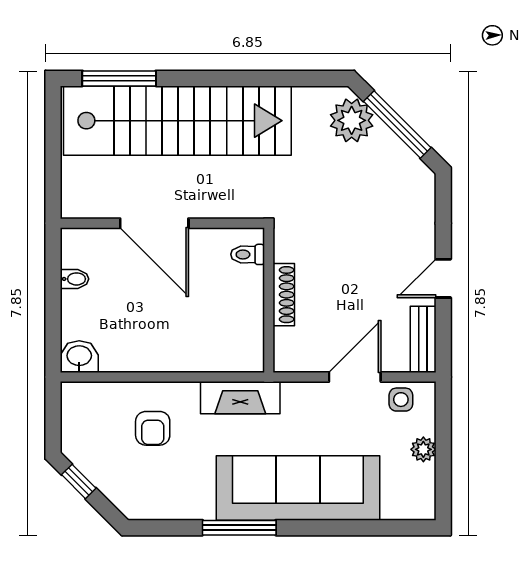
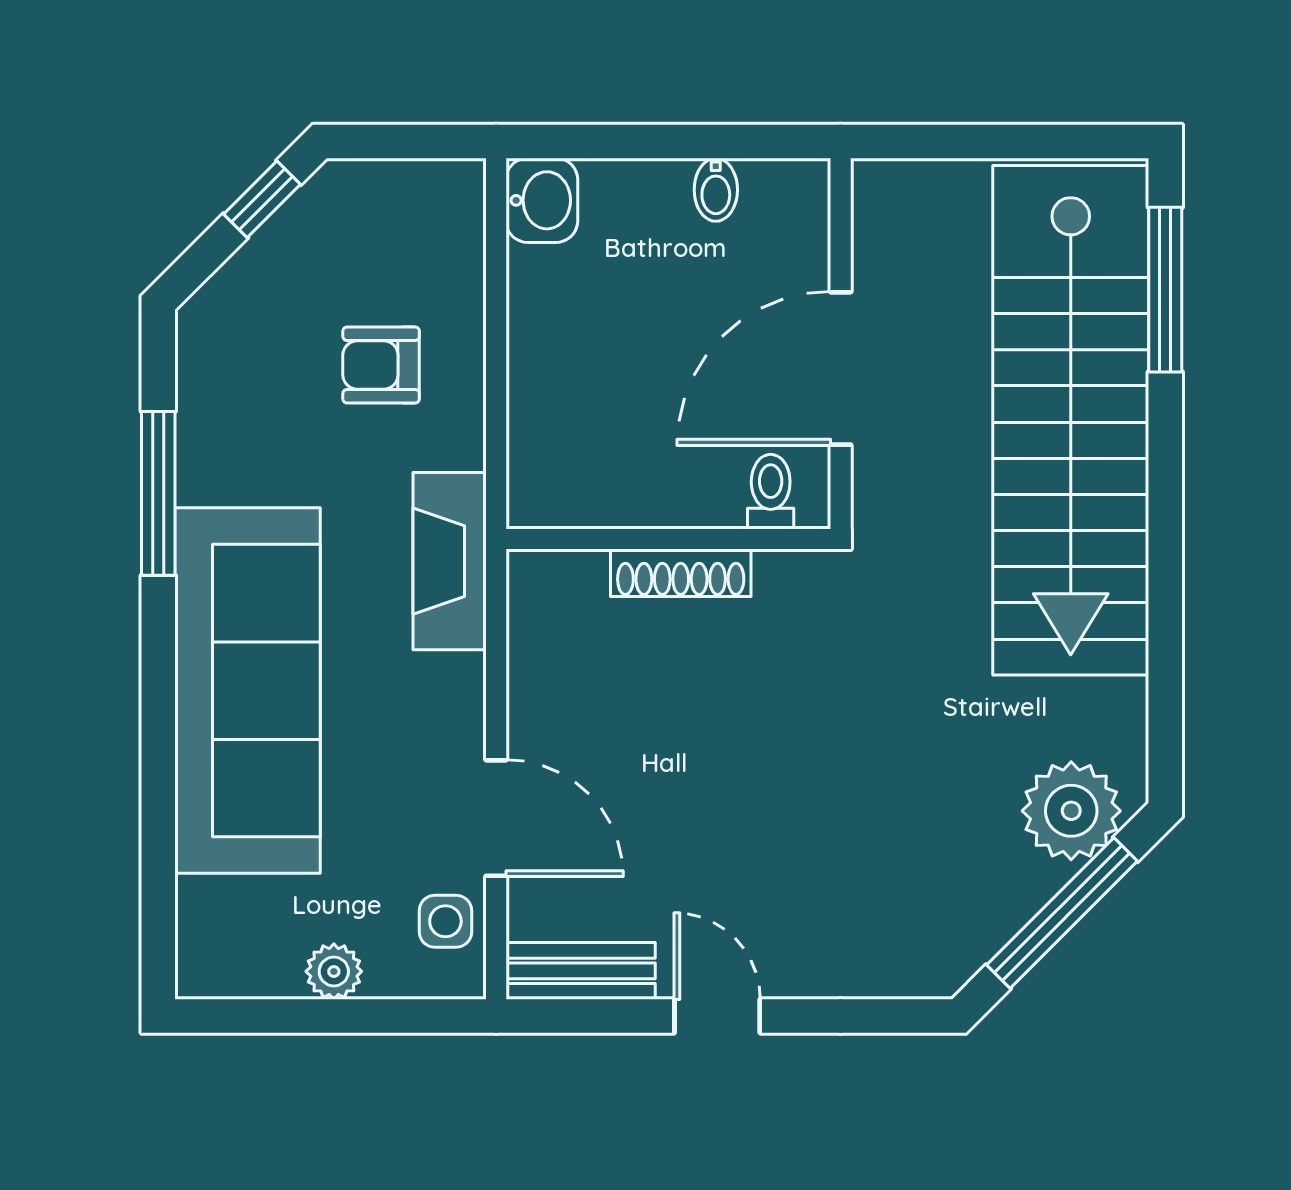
toilet: (248, 254) -> (771, 492), moved
shoe rack: (284, 295) -> (681, 573), moved
wall: (269, 300) -> (668, 539), moved
window: (239, 528) -> (158, 493), moved

